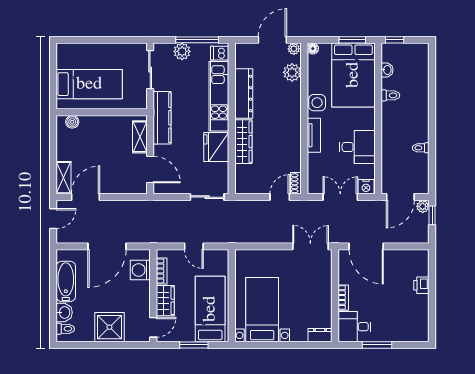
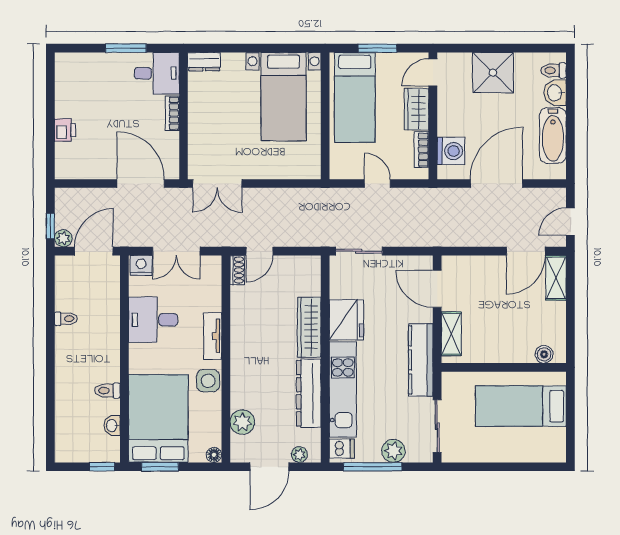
plant: (294, 49) -> (299, 455), moved

